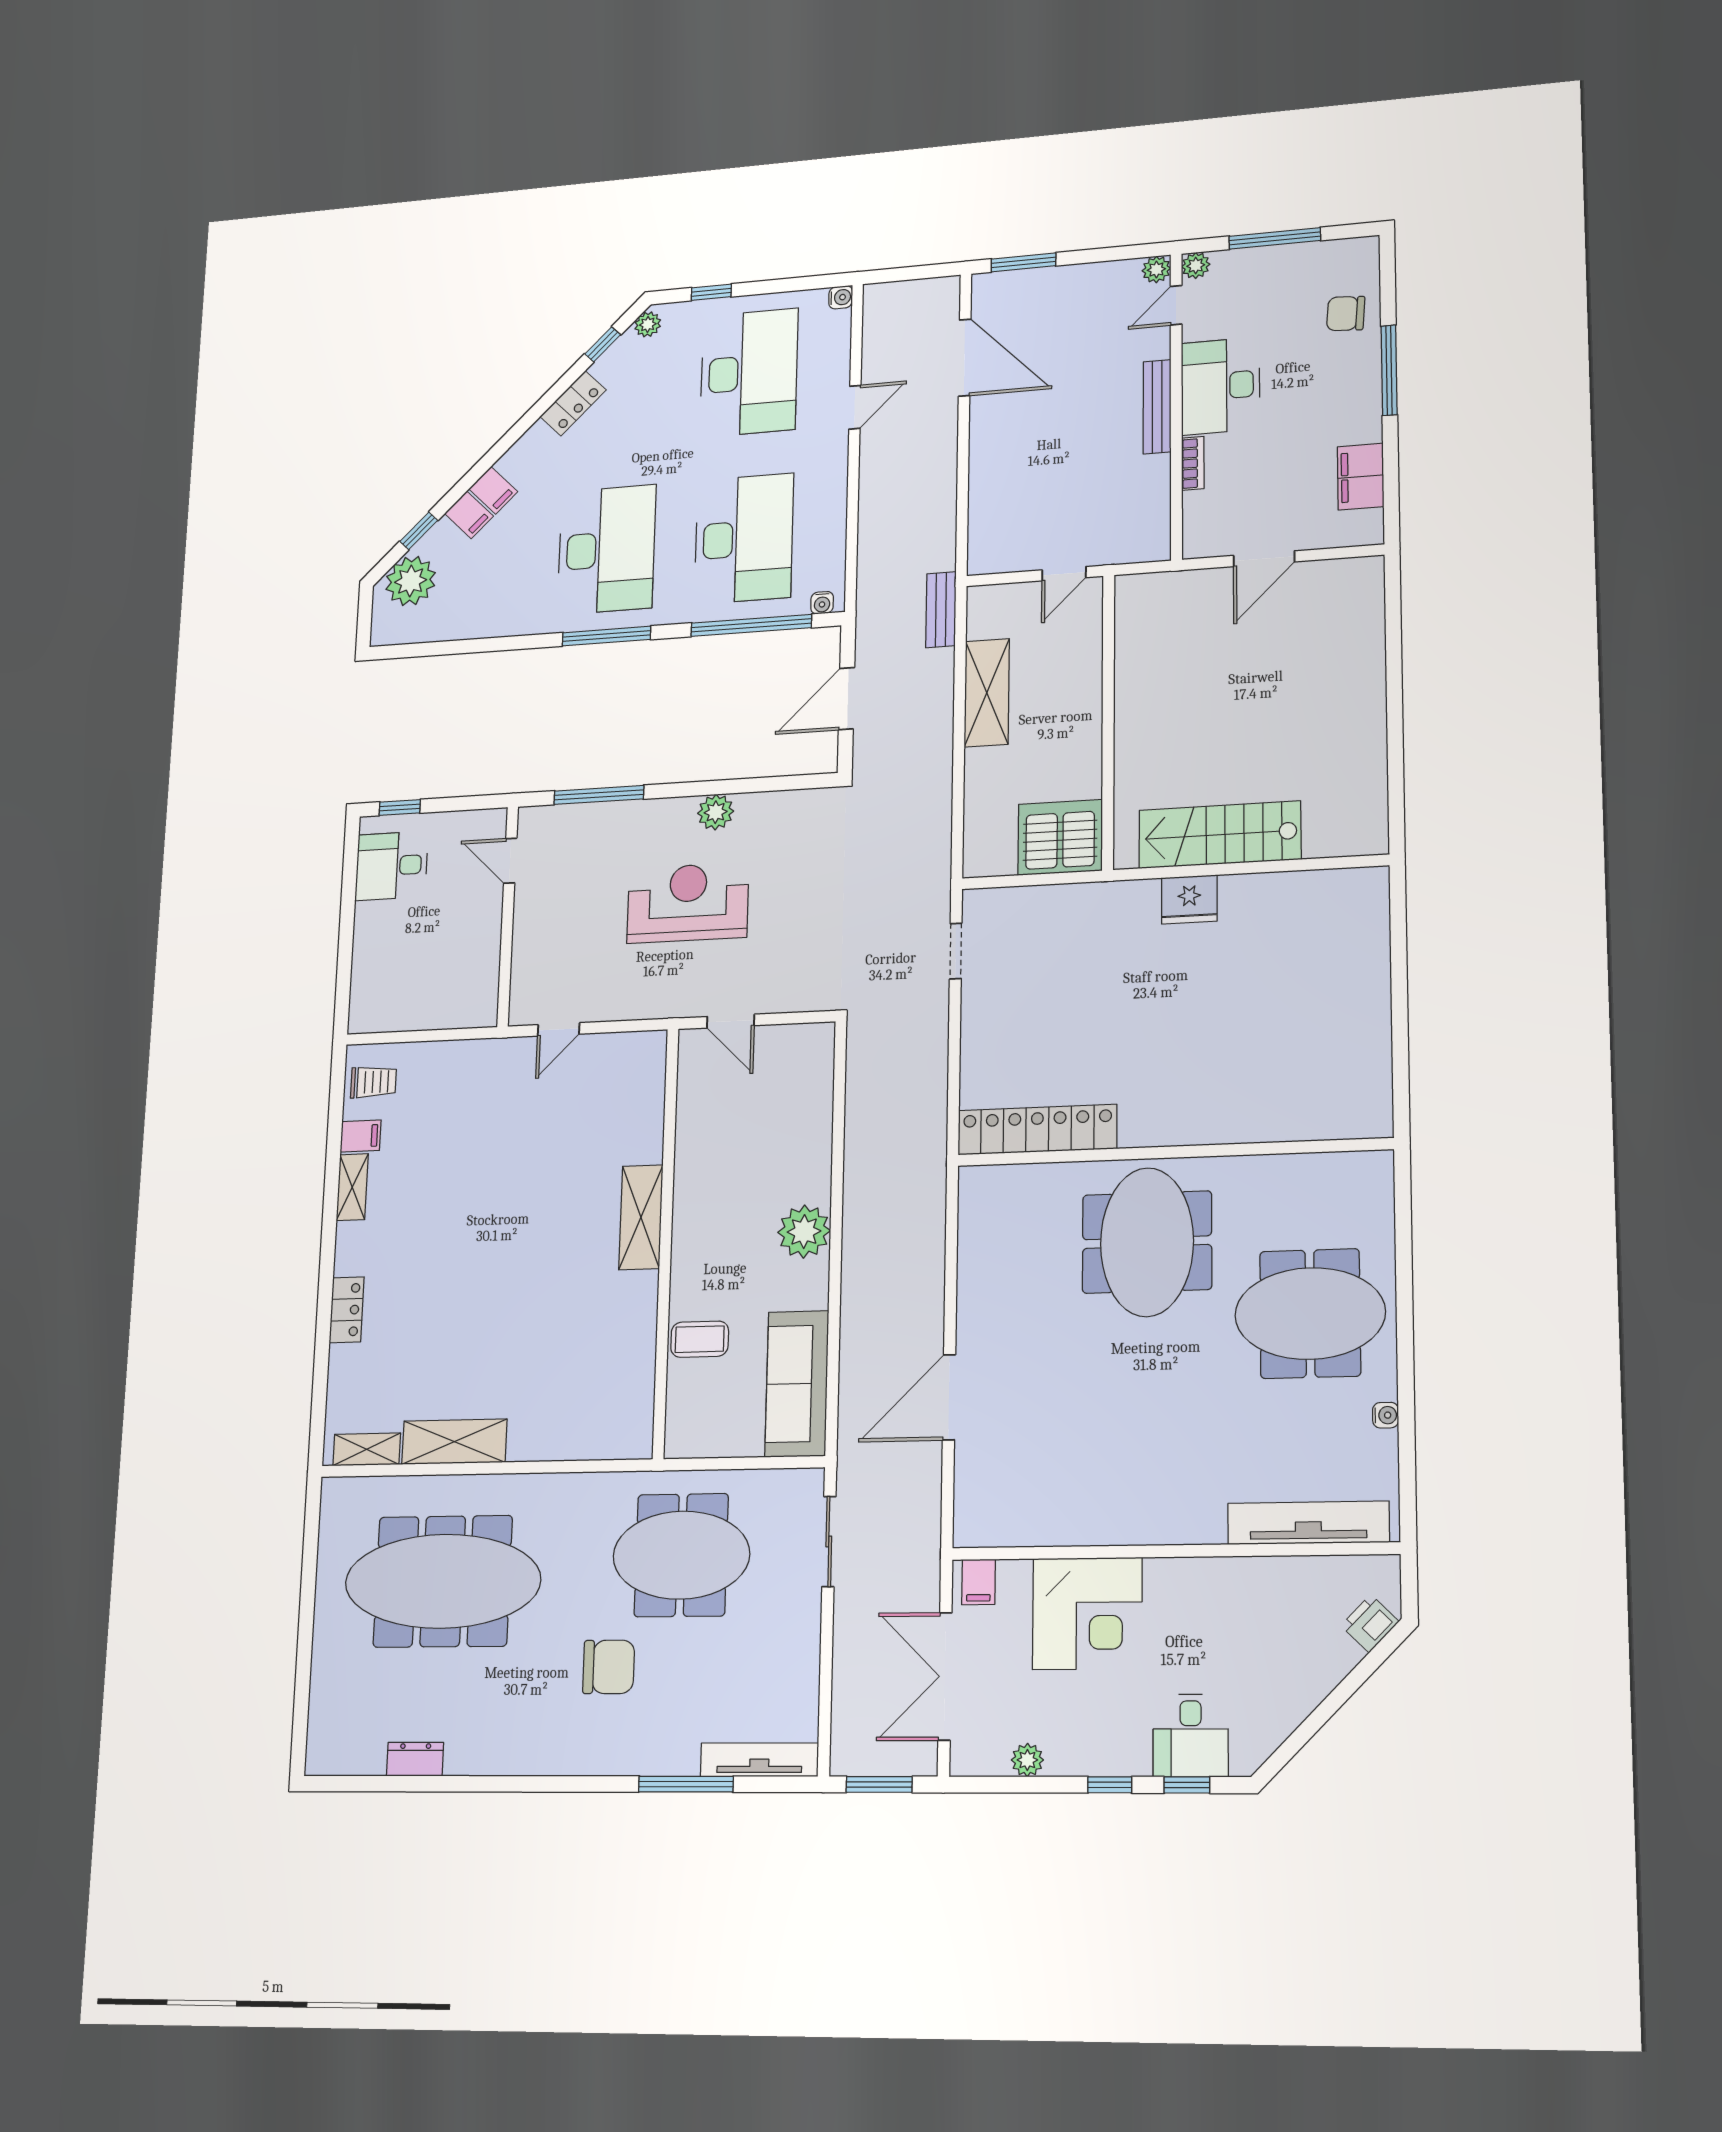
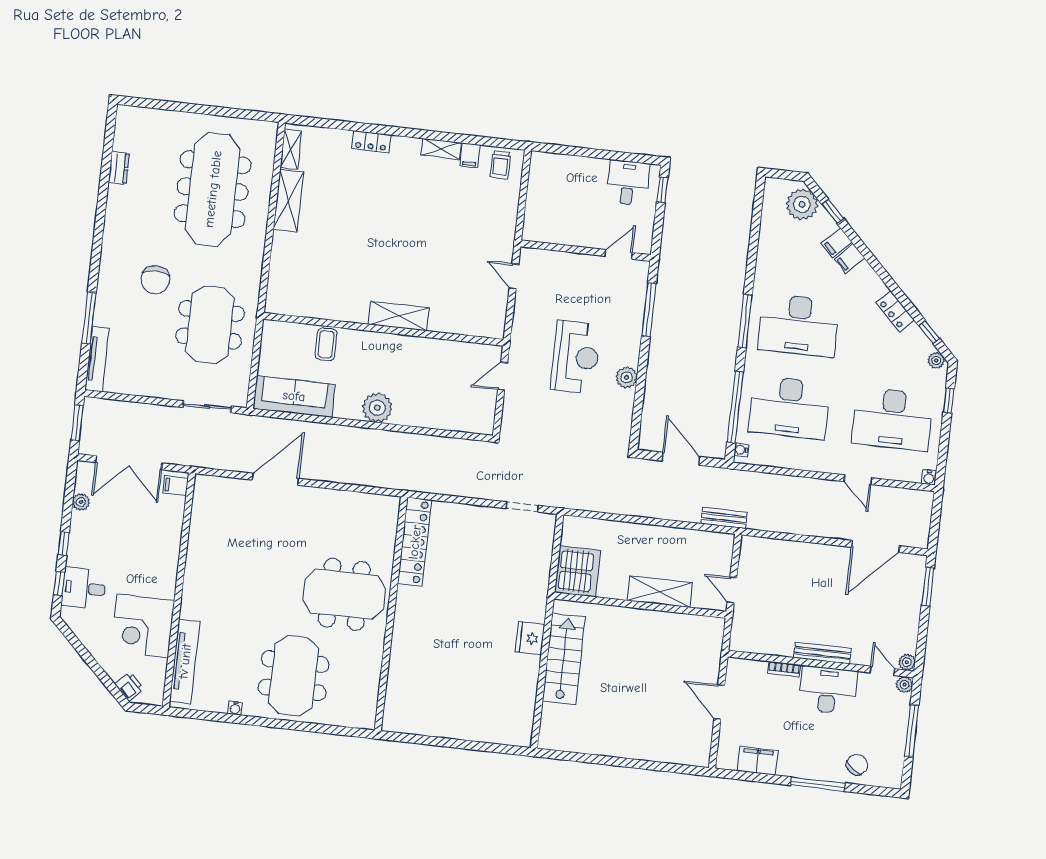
chair: (1346, 314) -> (857, 765), turned 34
shelving: (987, 693) -> (660, 592), moved
door: (949, 1397) -> (276, 479), hinge flipped
corner desk: (1087, 1613) -> (143, 626), moved
double door: (945, 1676) -> (129, 463), swing flipped

